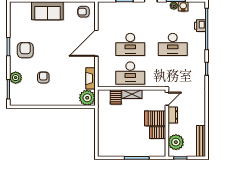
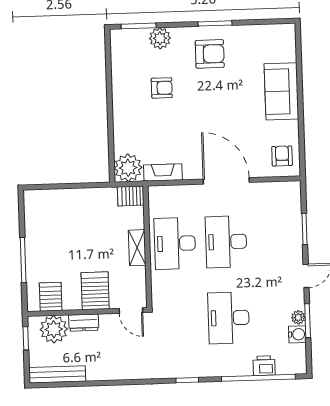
server rack: (116, 97) -> (131, 196), moved
dresser: (173, 115) -> (84, 323), moved
server rack: (158, 133) -> (51, 297), moved

